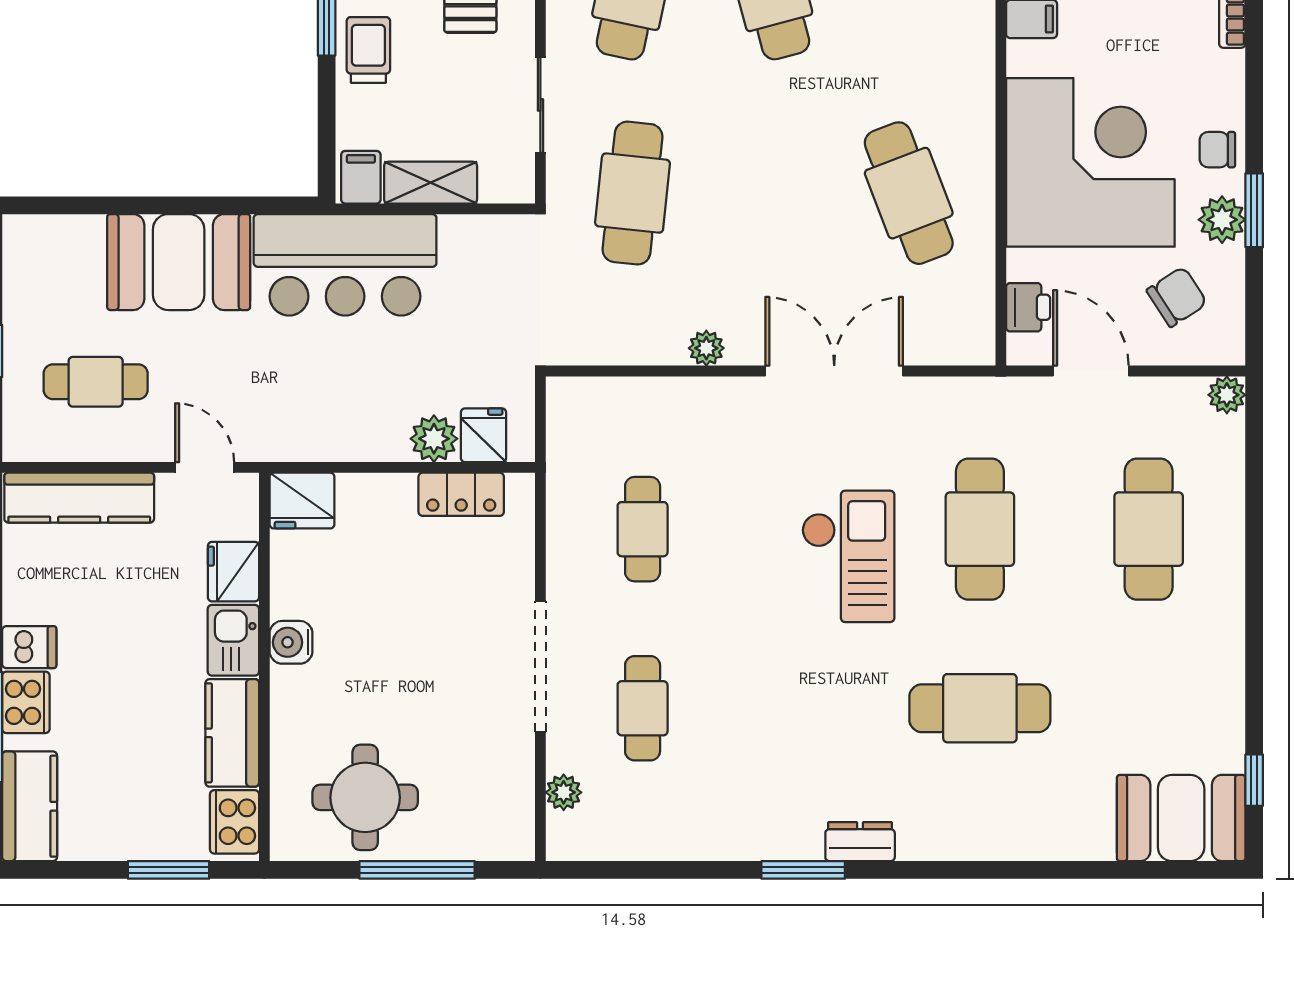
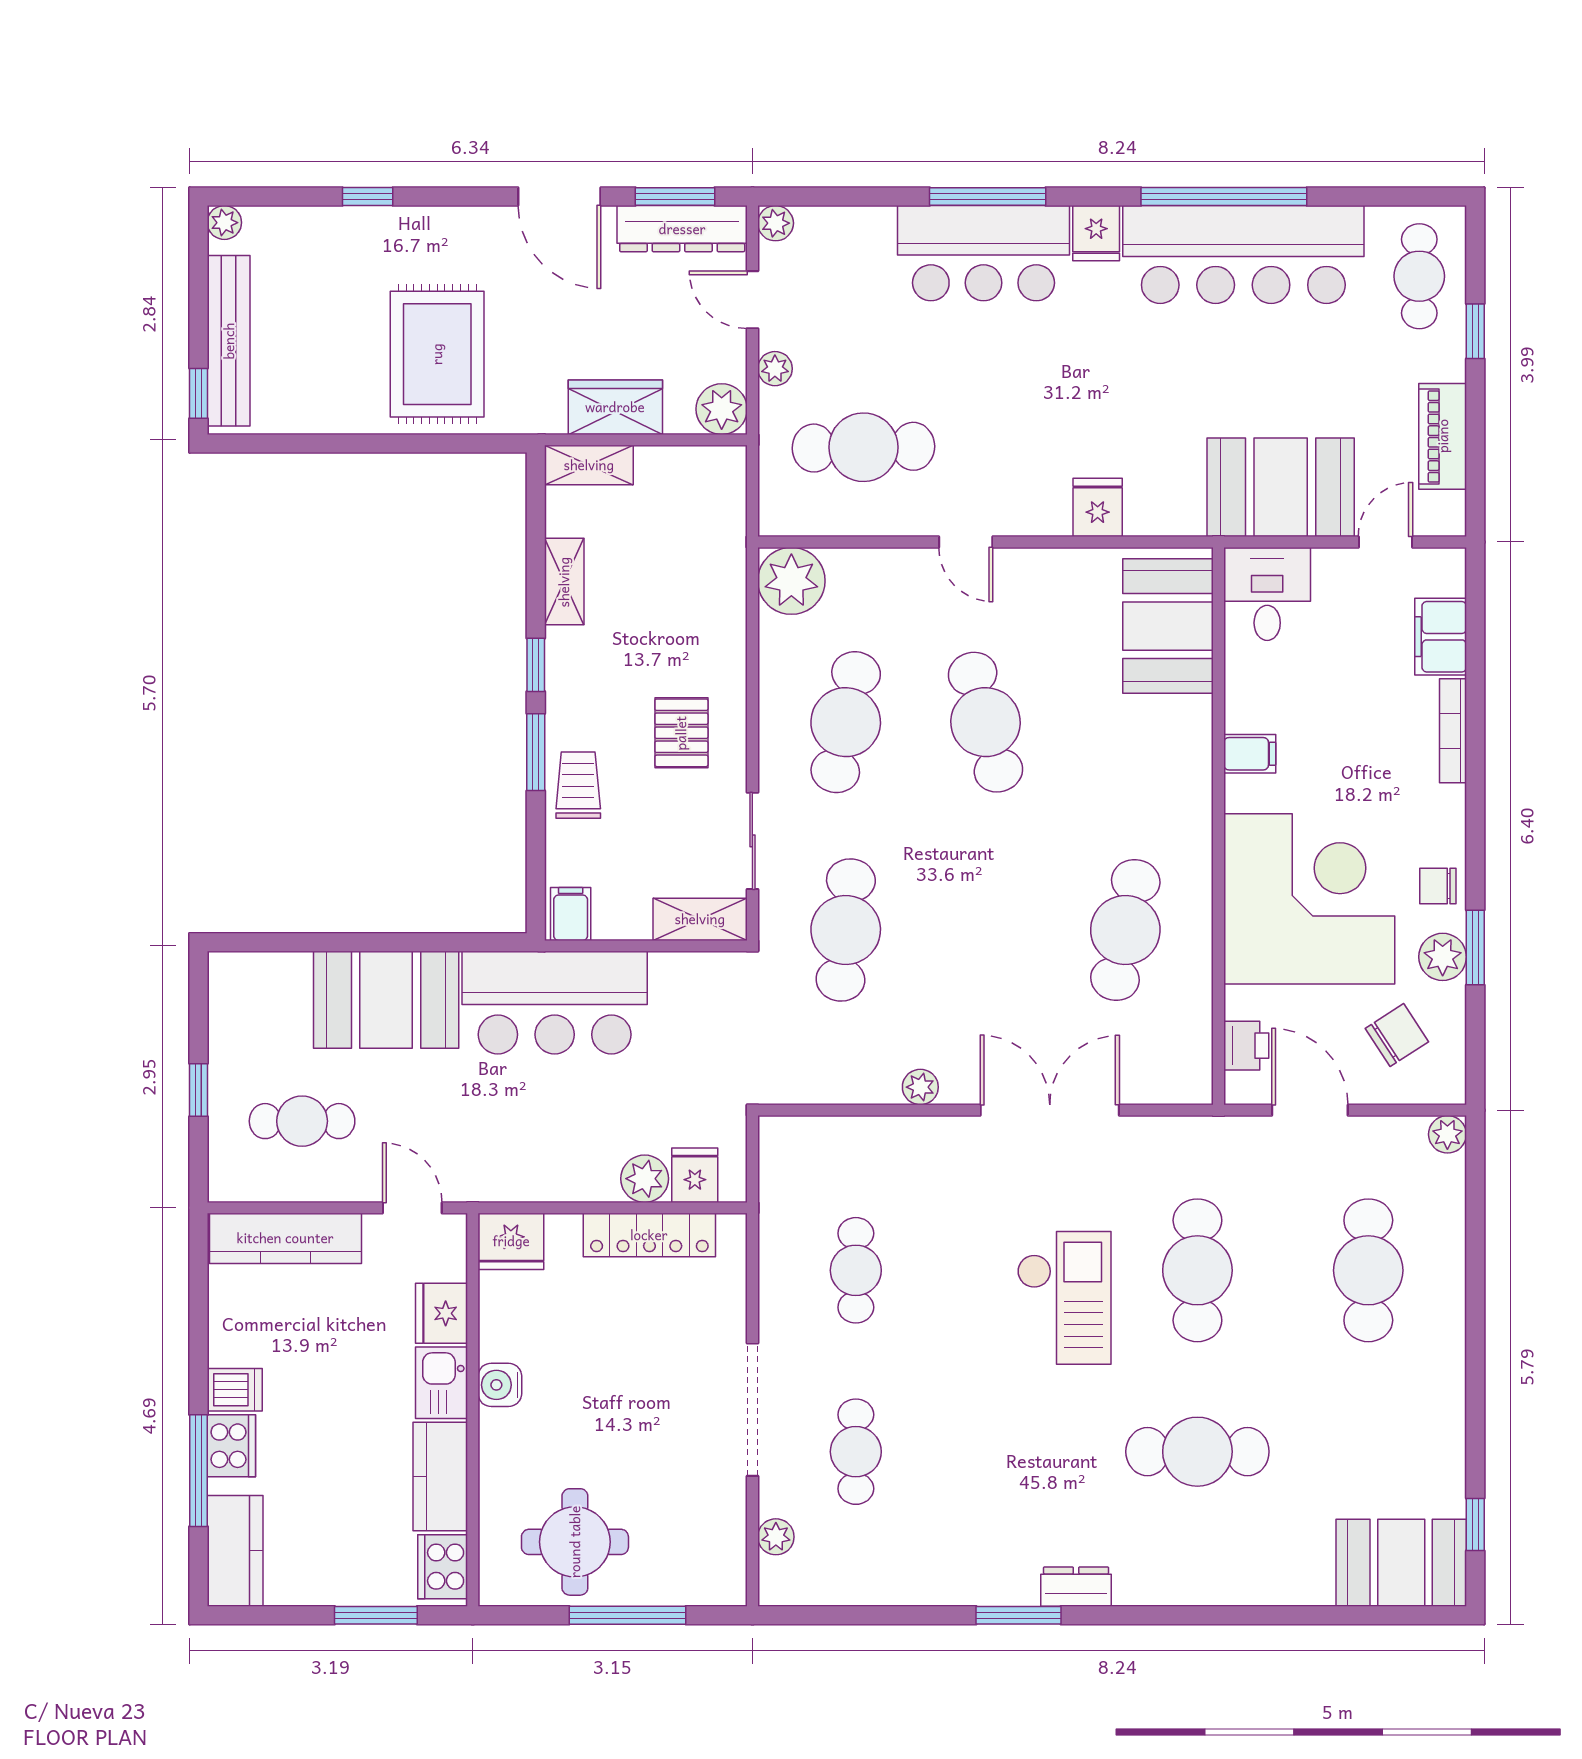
shelving: (431, 183) -> (700, 919), moved
cafe table: (909, 193) -> (1125, 930), turned 33
locker: (461, 494) -> (649, 1235), width x1.53

